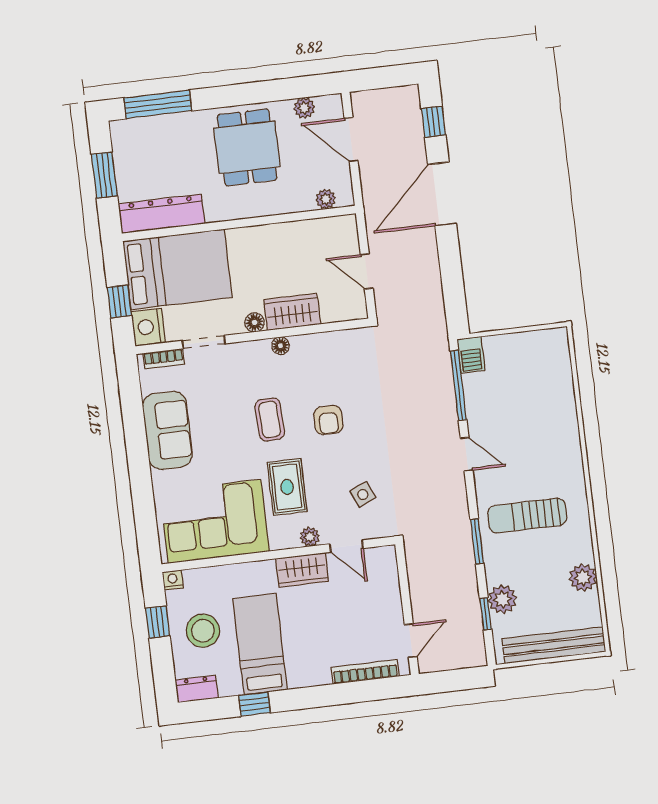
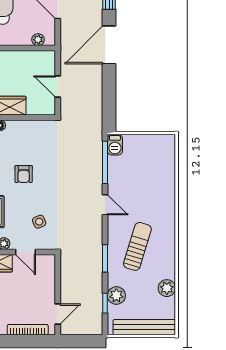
sun lounger: (527, 516) -> (137, 246), turned 107

